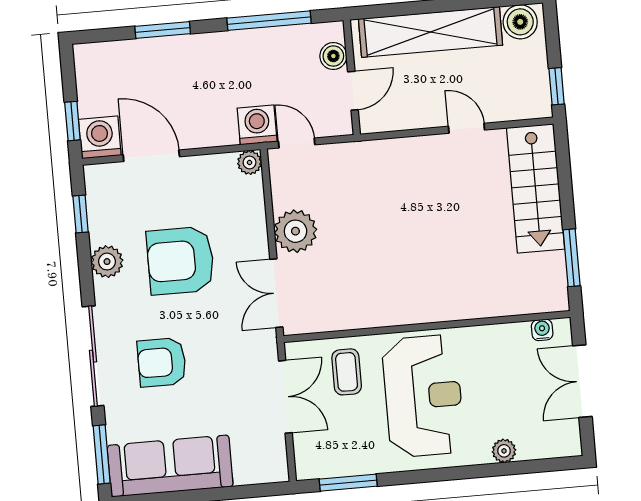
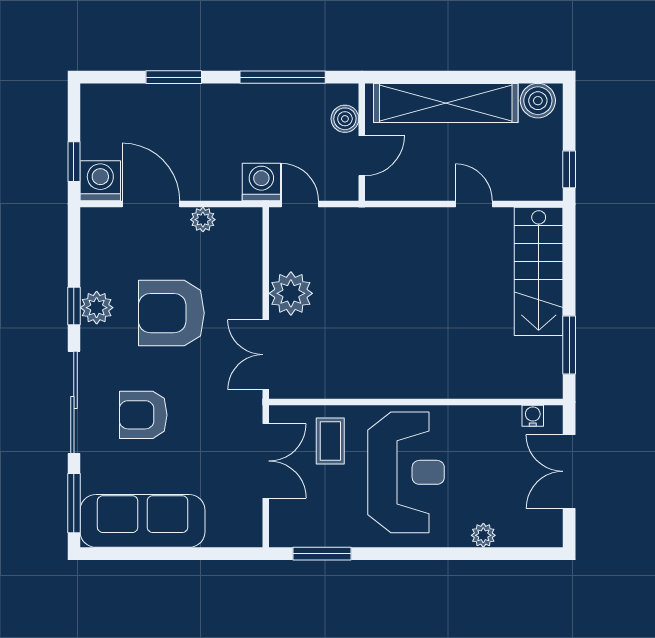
plant: (250, 162) -> (203, 220), moved
window: (81, 214) -> (74, 306), moved

